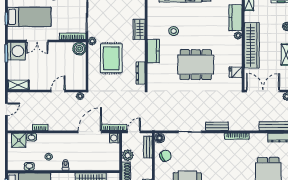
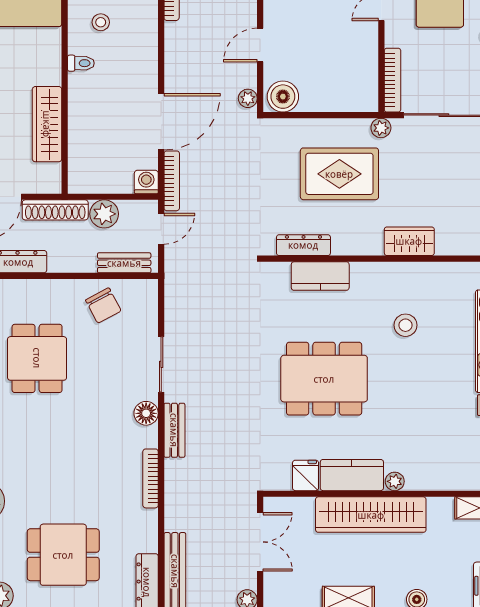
kitchen counter: (235, 18) -> (352, 475), moved
boiler: (79, 49) -> (283, 97), moved
kitchen counter: (153, 51) -> (320, 276), moved
dining table: (196, 65) -> (324, 379), turned 90
door: (58, 91) -> (260, 45), swing flipped
double door: (263, 91) -> (260, 542), width x0.73
door: (90, 132) -> (161, 122), hinge flipped
door: (134, 132) -> (161, 229), hinge flipped
floor lamp: (159, 138) -> (146, 413), moved

